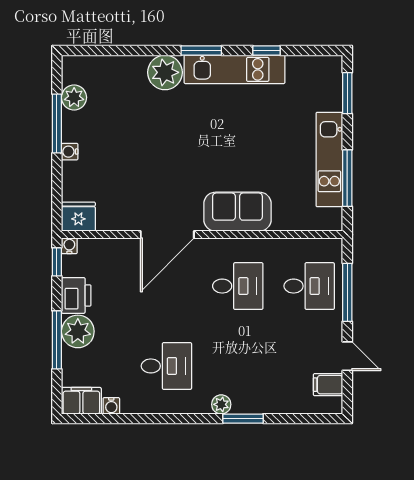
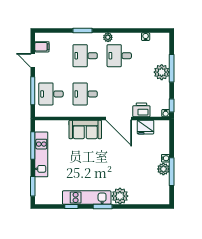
plant: (74, 97) -> (163, 169), moved
fridge: (78, 217) -> (146, 127), moved
door: (167, 235) -> (119, 119), swing flipped
printer: (76, 295) -> (141, 110), moved, turned 90
desk: (238, 366) -> (85, 56), added
filing cabinet: (81, 401) -> (160, 39), removed
plant: (221, 404) -> (108, 37), moved

